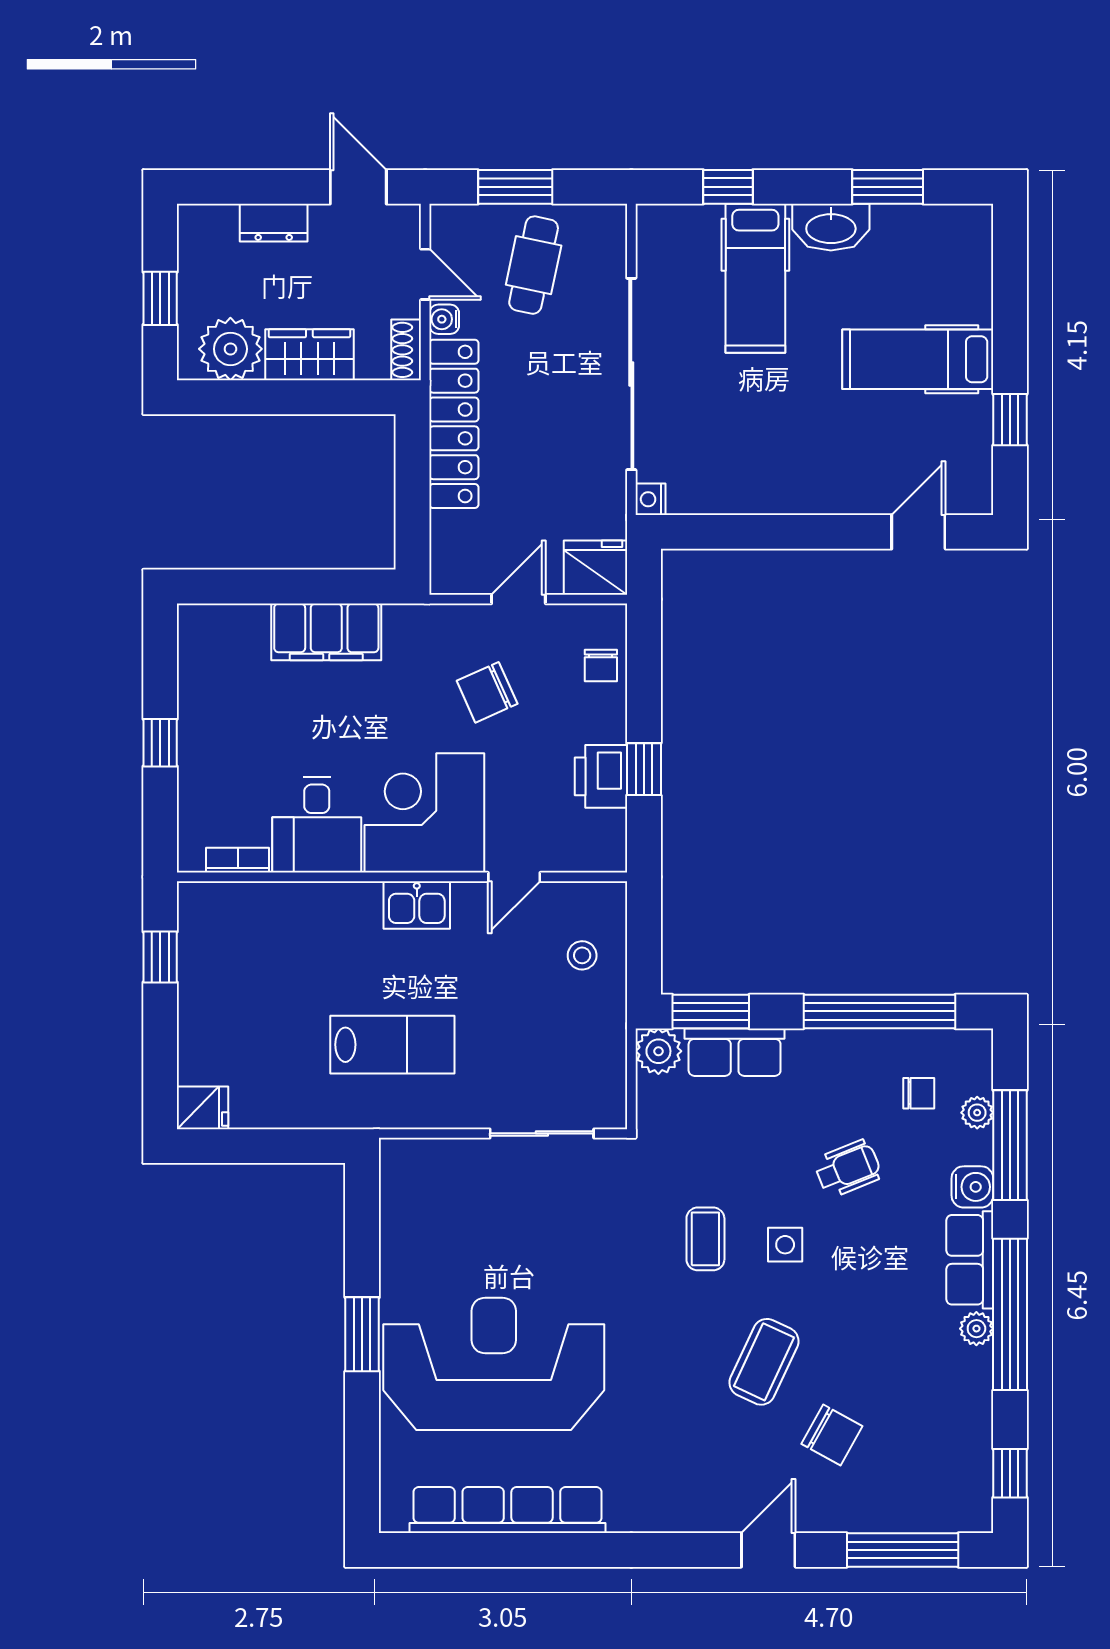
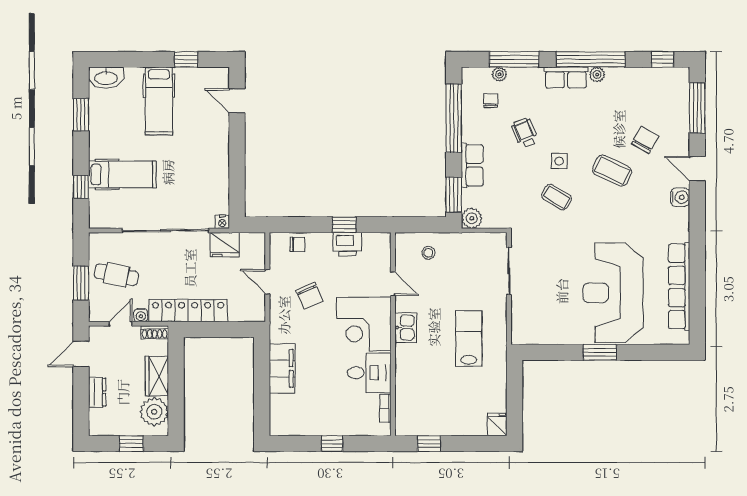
washbasin: (831, 227) -> (106, 78), moved, turned 90
fridge: (595, 568) -> (225, 245), moved, turned -90
row of seats: (735, 1052) -> (472, 165), moved
water cooler: (972, 1187) -> (680, 197), moved, turned 90
coffee table: (705, 1239) -> (557, 197), turned 32

